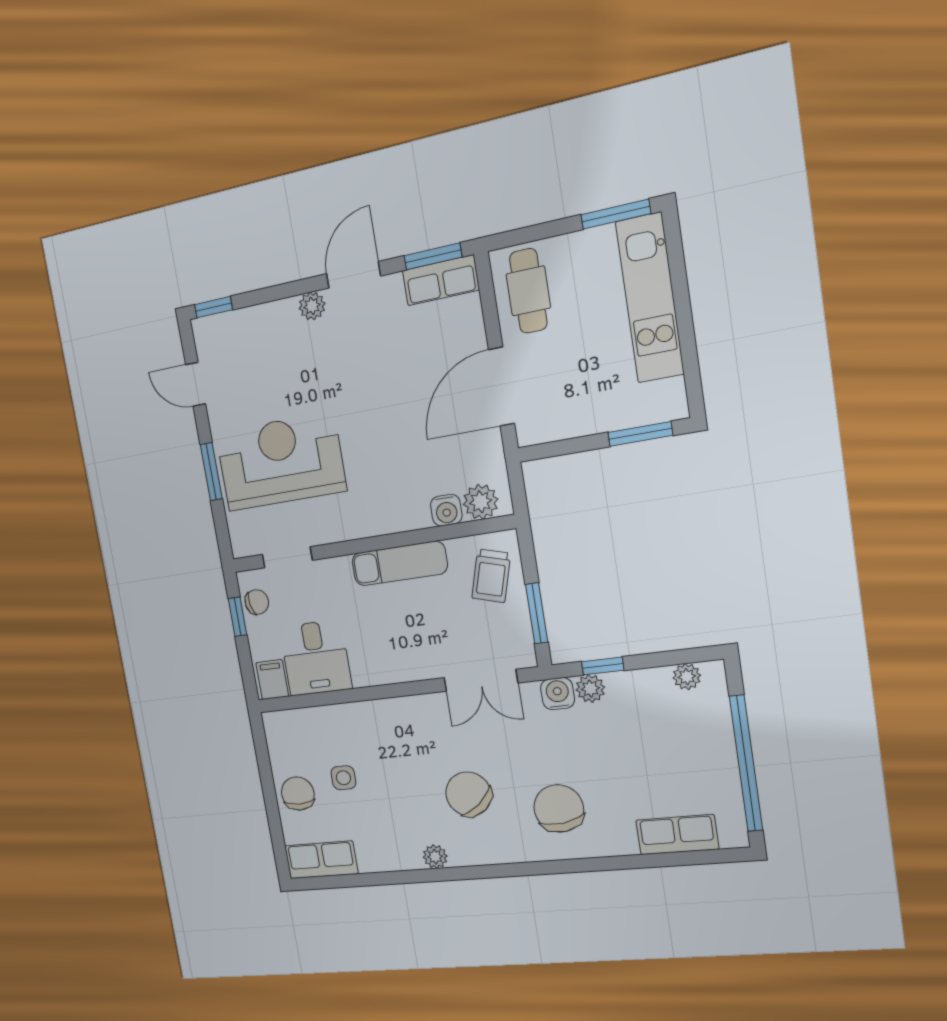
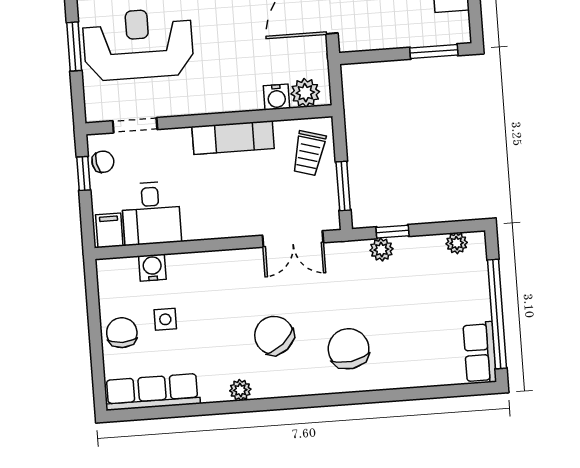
water cooler: (558, 694) -> (152, 268), moved
row of seats: (677, 835) -> (480, 353), moved, turned -90
row of seats: (321, 860) -> (152, 392), width x1.48

